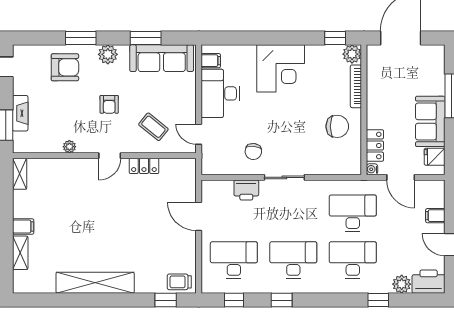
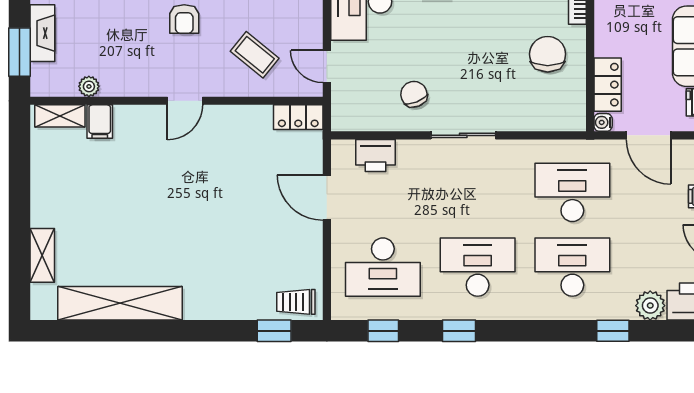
chair: (337, 126) -> (548, 54), turned -90
plant: (69, 147) -> (89, 86), moved
chair: (253, 152) -> (414, 94), turned 152
locker: (144, 166) -> (298, 117), moved
shelving: (20, 174) -> (60, 116), moved, turned 90
printer: (246, 190) -> (375, 156), moved
filing cabinet: (23, 227) -> (100, 122), moved, turned 90
desk: (234, 260) -> (383, 267), turned 180
shelving: (95, 283) -> (120, 303), moved

